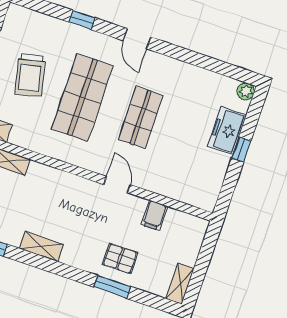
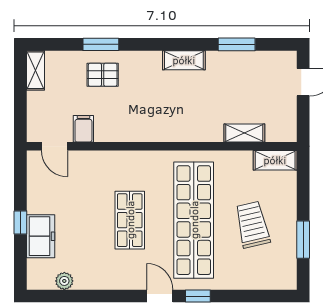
window: (82, 20) -> (198, 296), moved
plant: (246, 91) -> (64, 281), moved
shop shelf: (82, 97) -> (194, 220), width x1.40
door: (117, 185) -> (54, 146), moved

